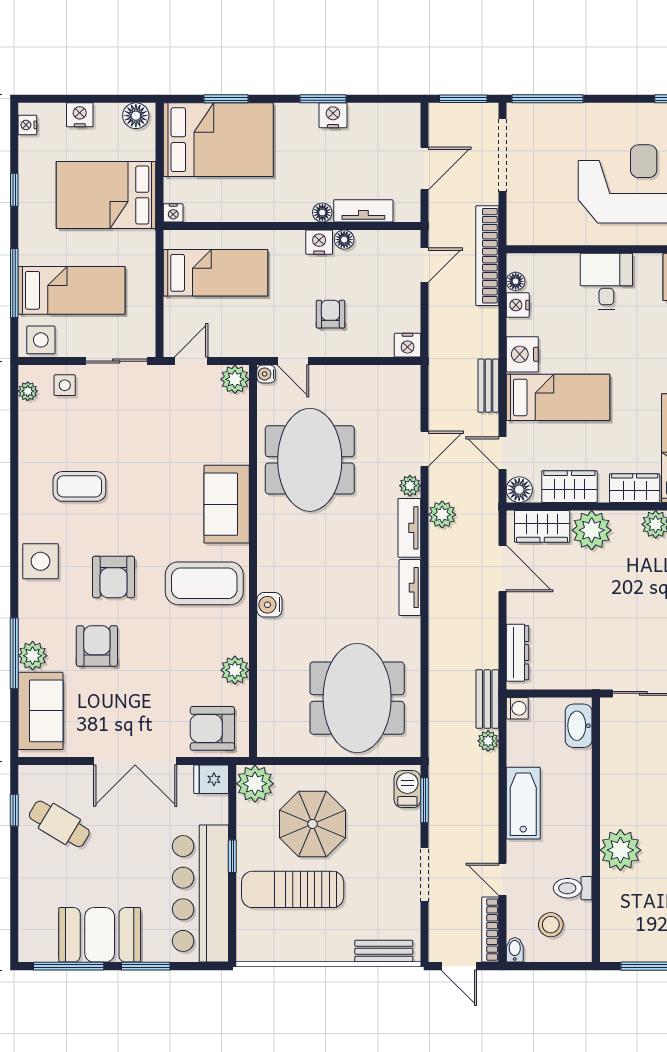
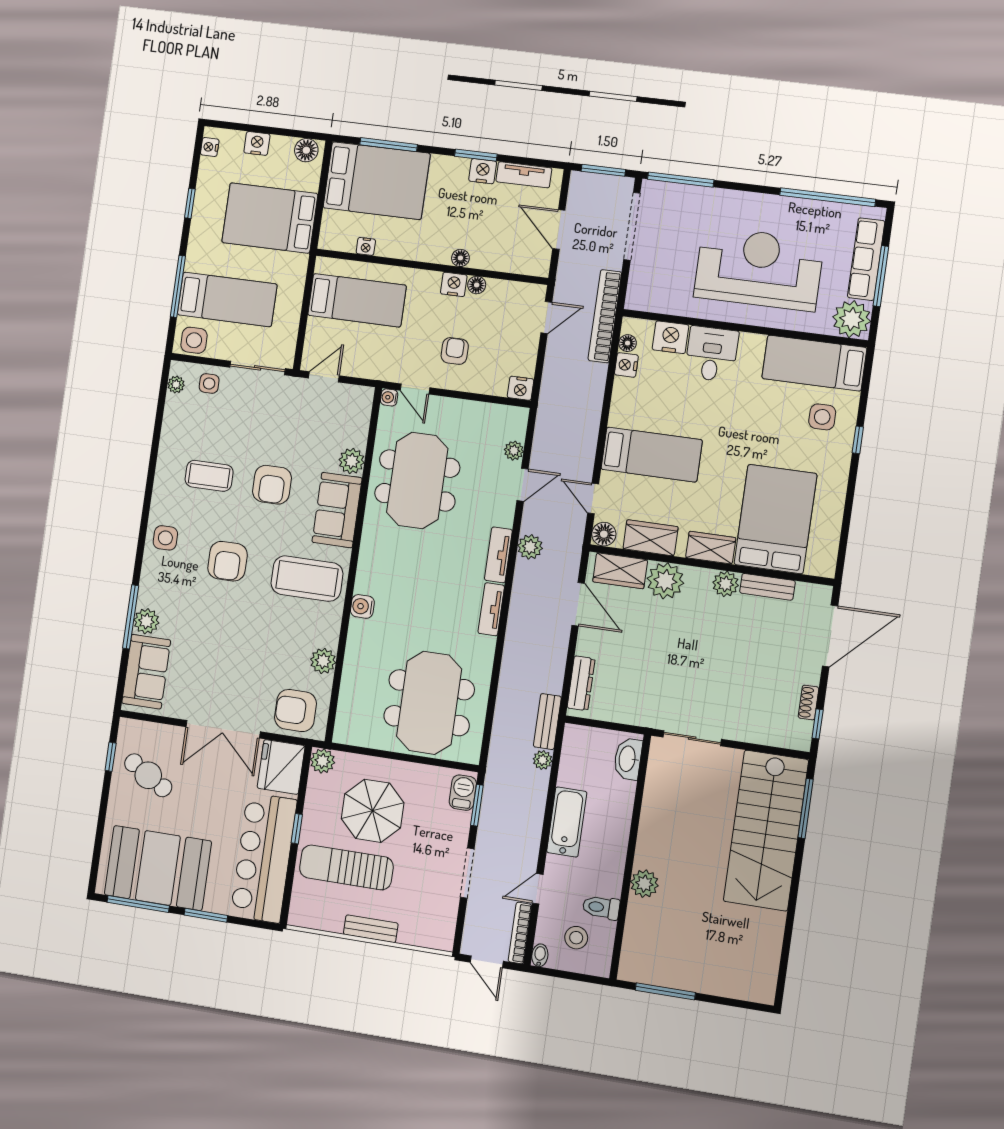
window: (226, 99) -> (389, 145), width x1.44
door: (424, 168) -> (559, 230), swing flipped
tv unit: (363, 211) -> (524, 175), moved, turned 180
nightstand: (173, 213) -> (366, 246), moved
nightstand: (522, 354) -> (671, 337), moved, turned 90
plant: (235, 379) -> (352, 461), moved
bench: (488, 386) -> (589, 435), removed
plant: (410, 486) -> (514, 451), moved
side table: (40, 561) -> (165, 538), width x0.73, depth x0.73
armchair: (97, 646) -> (272, 485), moved, turned 180
washing machine: (517, 708) -> (574, 734), removed
fridge: (211, 779) -> (281, 767), width x1.88, depth x1.34
plant: (255, 784) -> (323, 761), width x0.73, depth x0.73
plant: (620, 850) -> (644, 884), width x0.73, depth x0.73
door: (502, 879) -> (538, 889), hinge flipped
booth: (100, 935) -> (158, 868), width x1.36, depth x1.42
bench: (384, 951) -> (371, 929), moved

